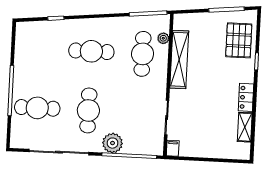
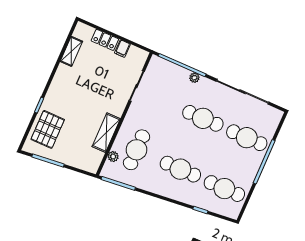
cafe table: (40, 49) -> (224, 189), added
shelving: (179, 59) -> (106, 133), width x0.68
locker: (246, 97) -> (105, 40), moved, turned 90
cafe table: (88, 110) -> (203, 118), turned 90
plant: (113, 143) -> (194, 78), width x0.53, depth x0.53
filing cabinet: (173, 148) -> (122, 49), moved

